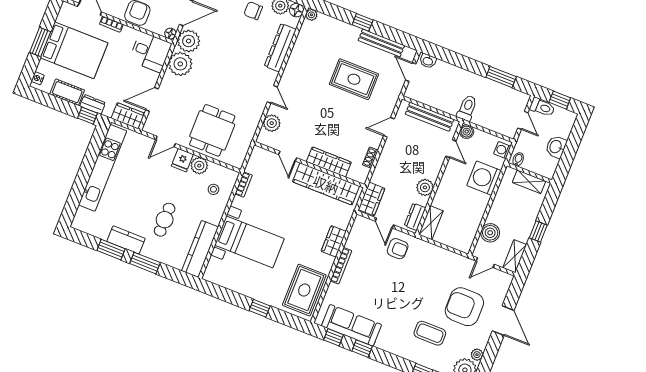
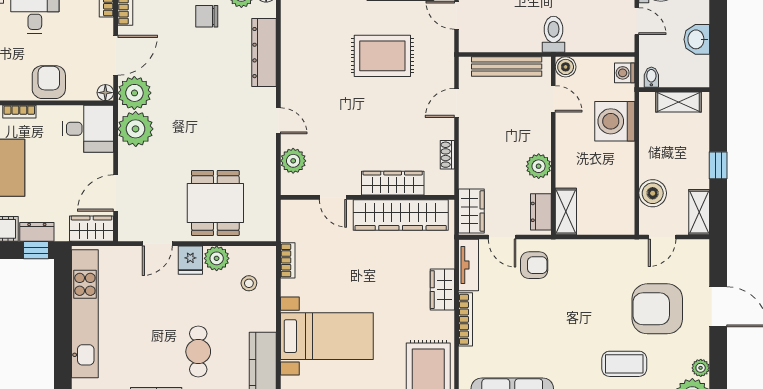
tv unit: (356, 232) -> (469, 265), added

